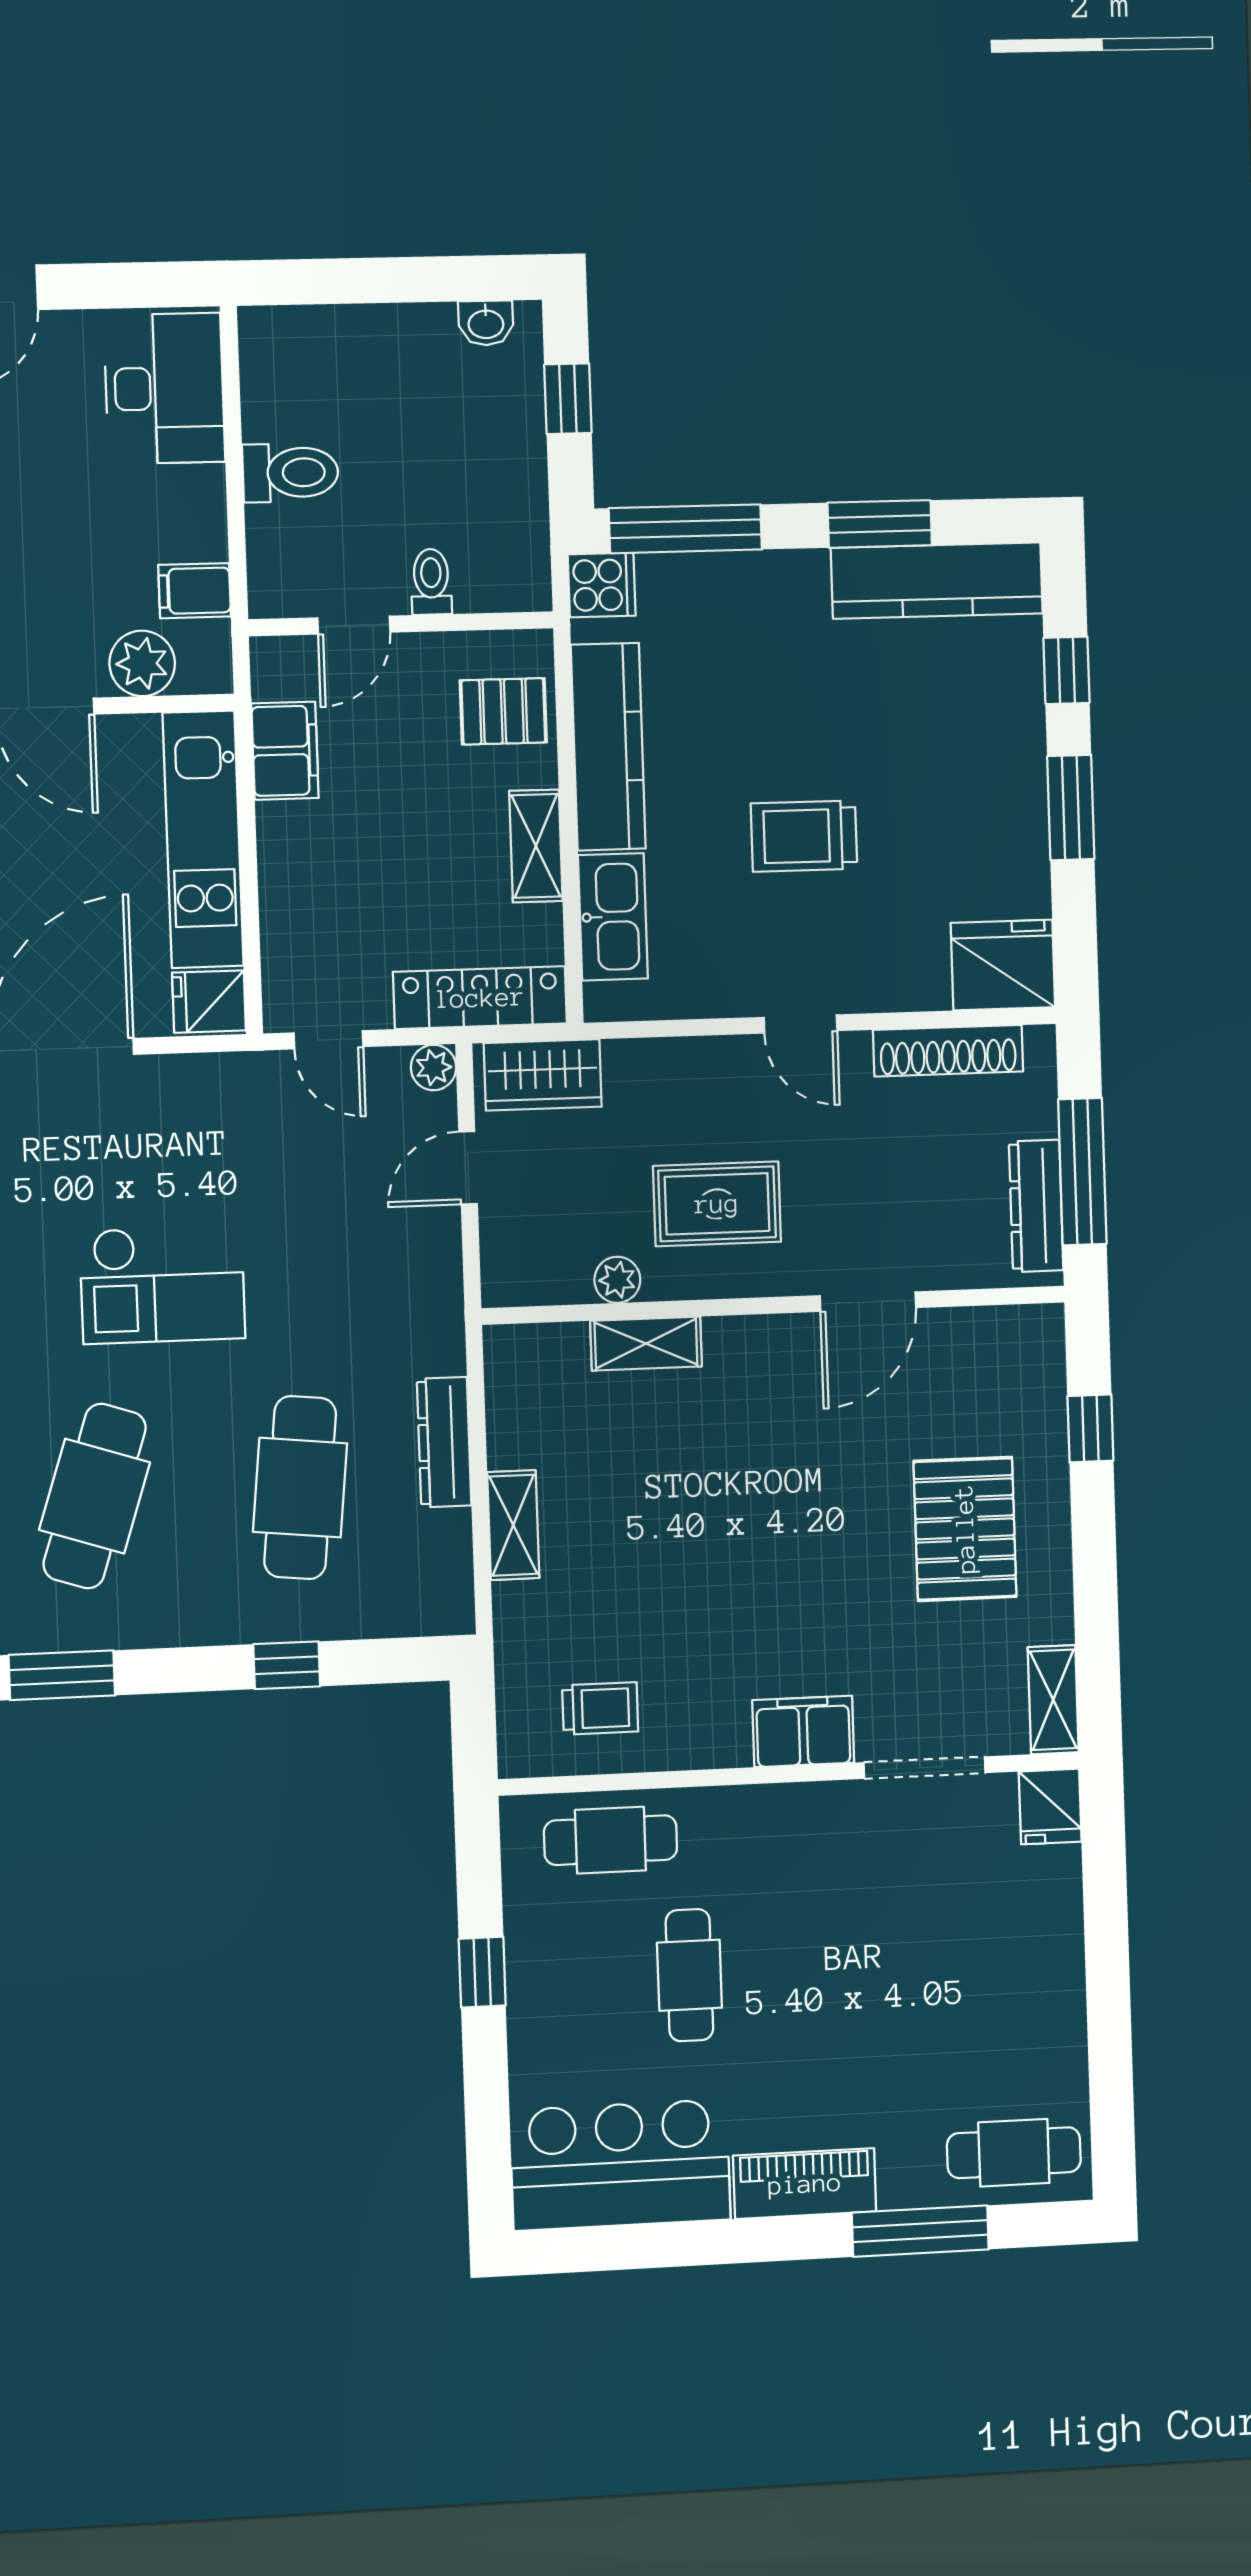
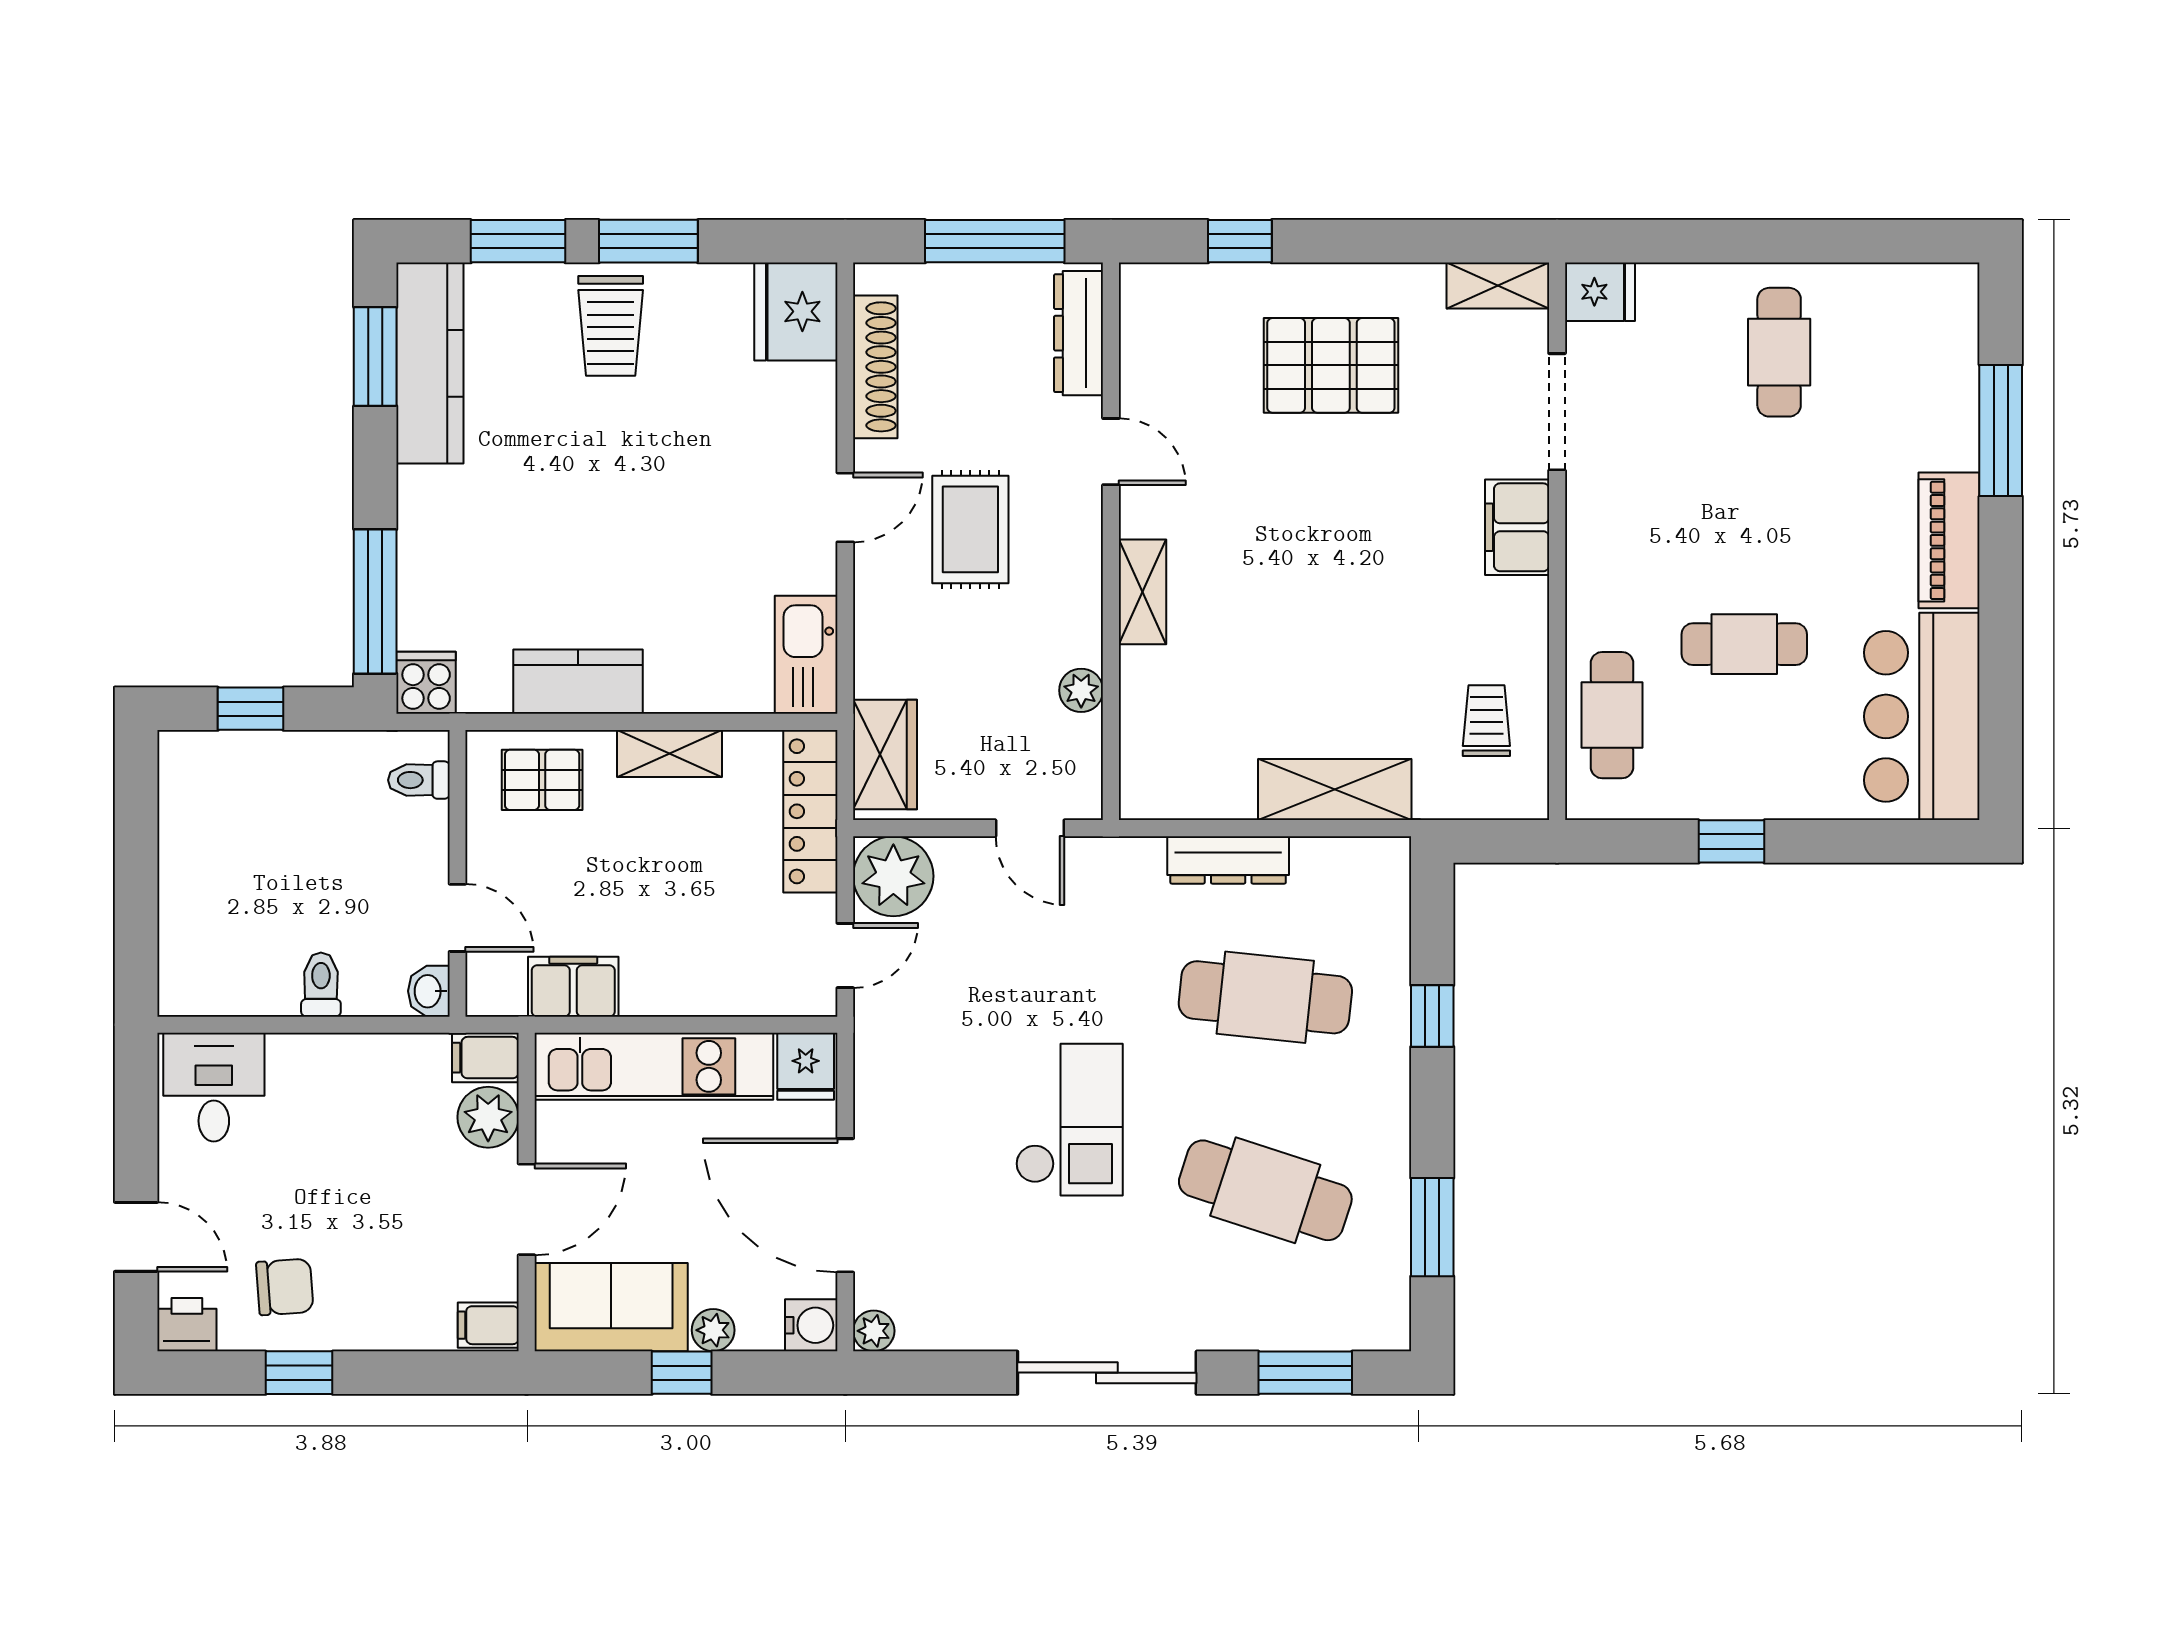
washbasin: (486, 323) -> (429, 991), moved, turned 180
desk: (164, 388) -> (214, 1087), width x0.73
toilet: (290, 473) -> (321, 985), width x0.73, depth x0.72
window: (880, 524) -> (375, 357), moved
toilet: (431, 582) -> (419, 780), moved
filing cabinet: (195, 591) -> (485, 1058), moved, turned 90
window: (1066, 670) -> (518, 241), width x1.50
pallet: (503, 711) -> (542, 780), turned 90
kitchen counter: (608, 747) -> (578, 682), width x0.67
trolley: (804, 836) -> (611, 326), moved
kitchen sink: (613, 917) -> (806, 655), moved, turned -90
plant: (434, 1067) -> (893, 876), width x1.87, depth x1.87
door: (468, 1168) -> (1030, 828), moved
rug: (717, 1204) -> (970, 529), moved
dresser: (1036, 1206) -> (1079, 333), moved, turned 90
door: (868, 1302) -> (1111, 452), width x0.73
shelving: (646, 1344) -> (1142, 592), moved
shelving: (513, 1525) -> (1335, 790), width x1.50, depth x1.33
cafe table: (1014, 2153) -> (1779, 352), moved

